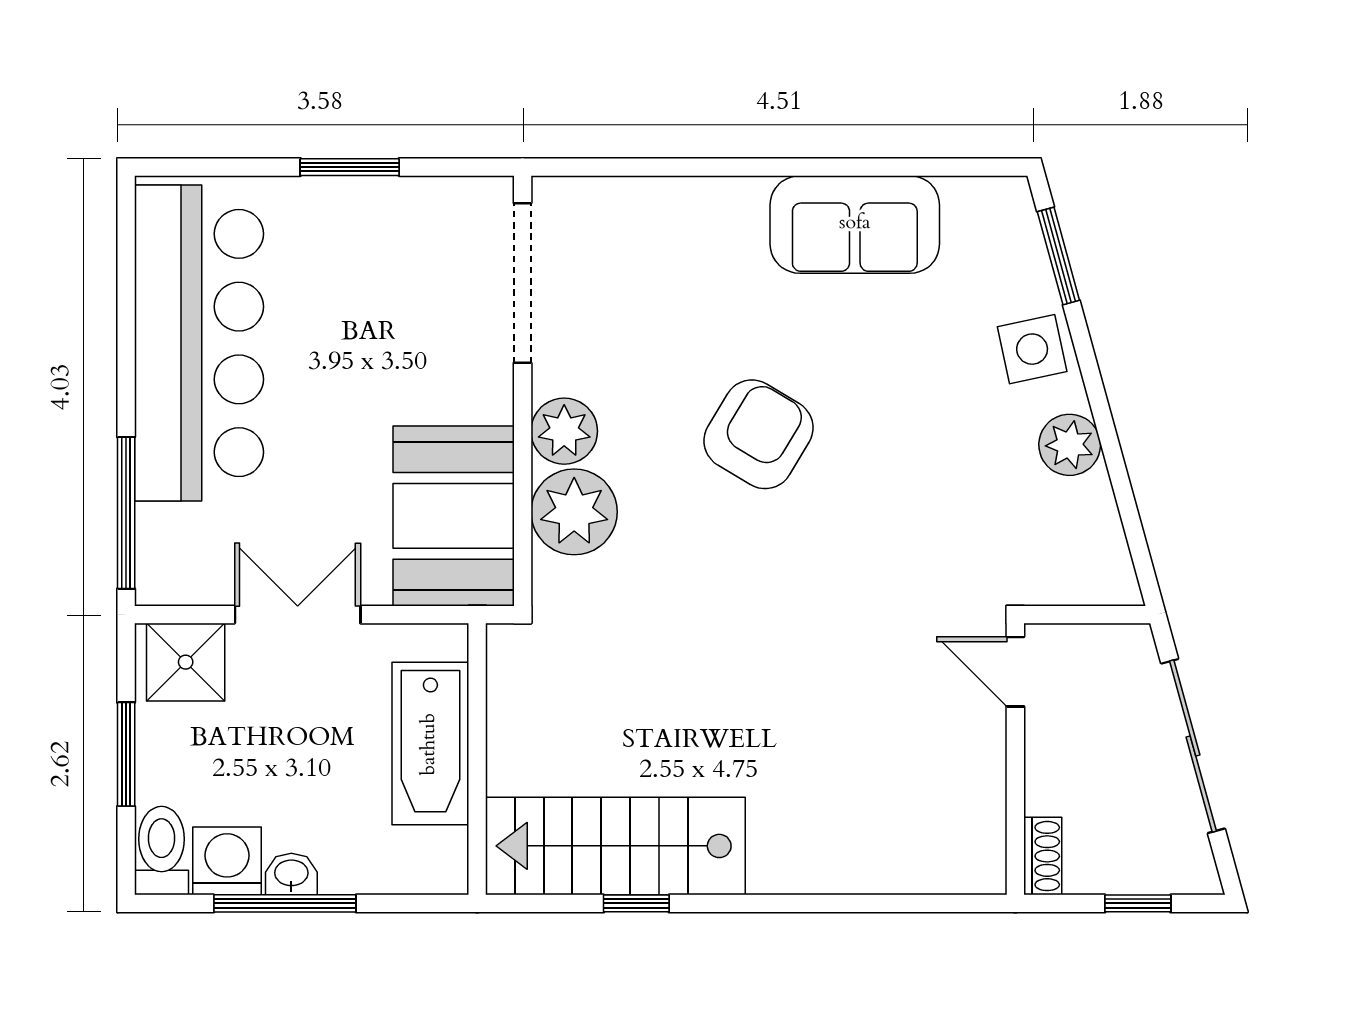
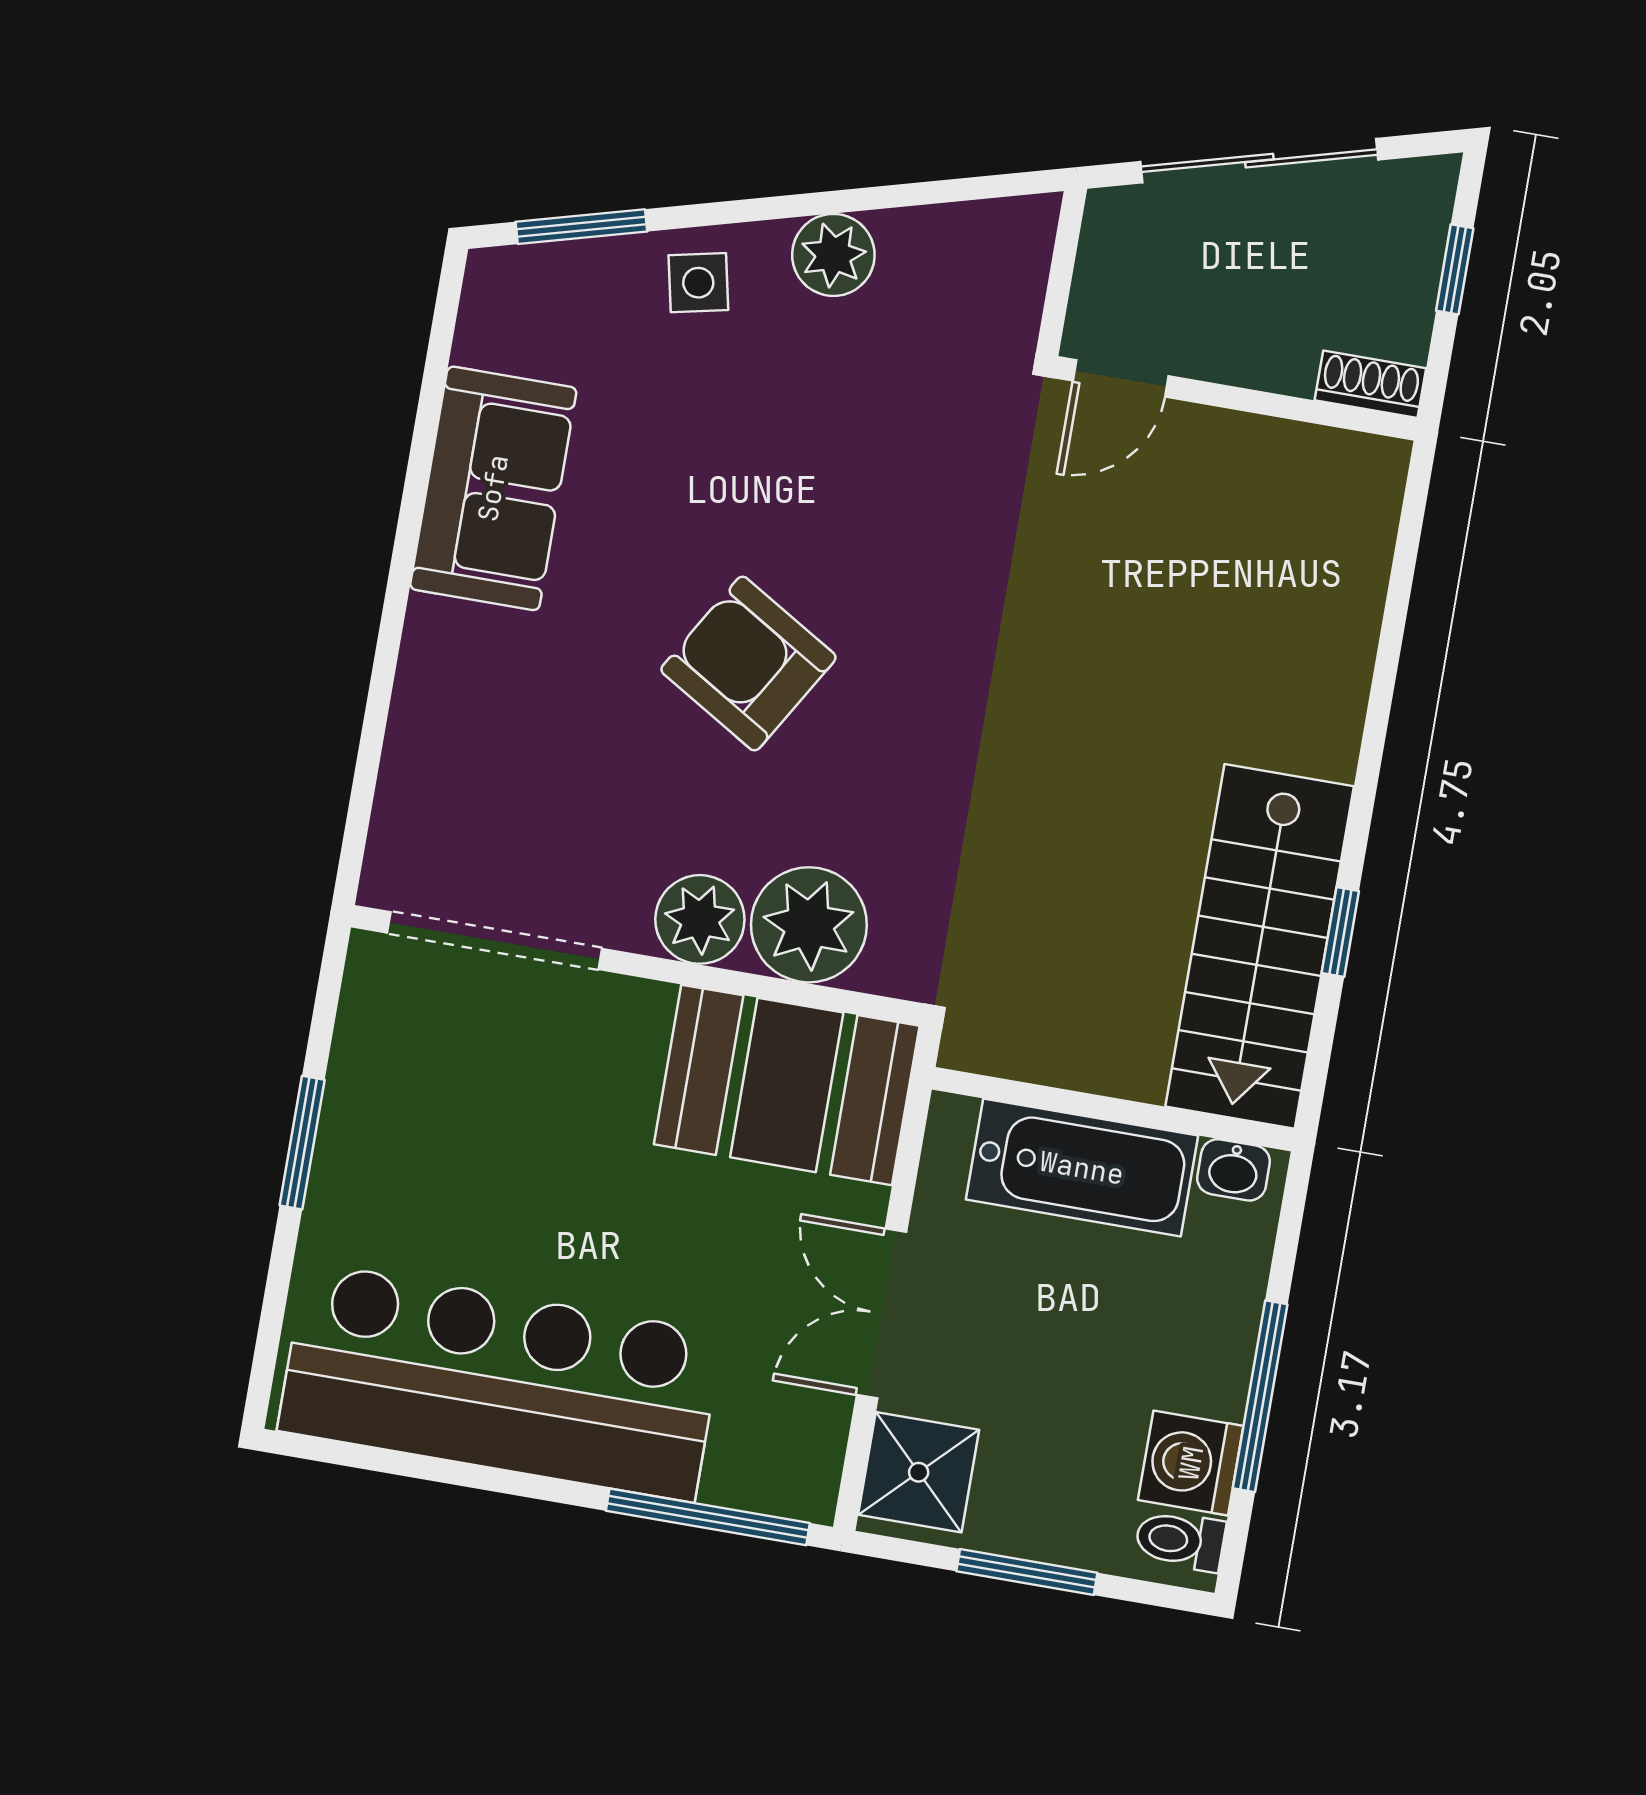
side table: (1032, 349) -> (698, 283), width x0.73, depth x0.73
toilet: (162, 851) -> (1180, 1540), width x0.73, depth x0.72
washbasin: (291, 874) -> (1234, 1170), moved, turned -90

